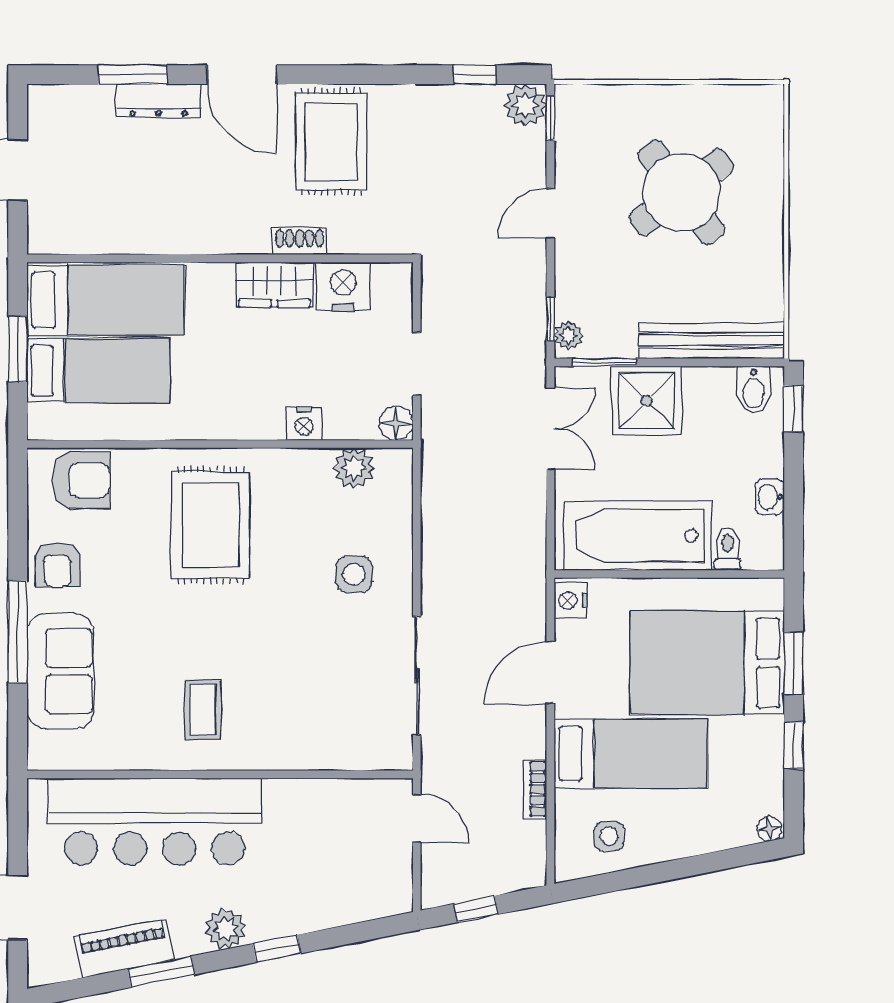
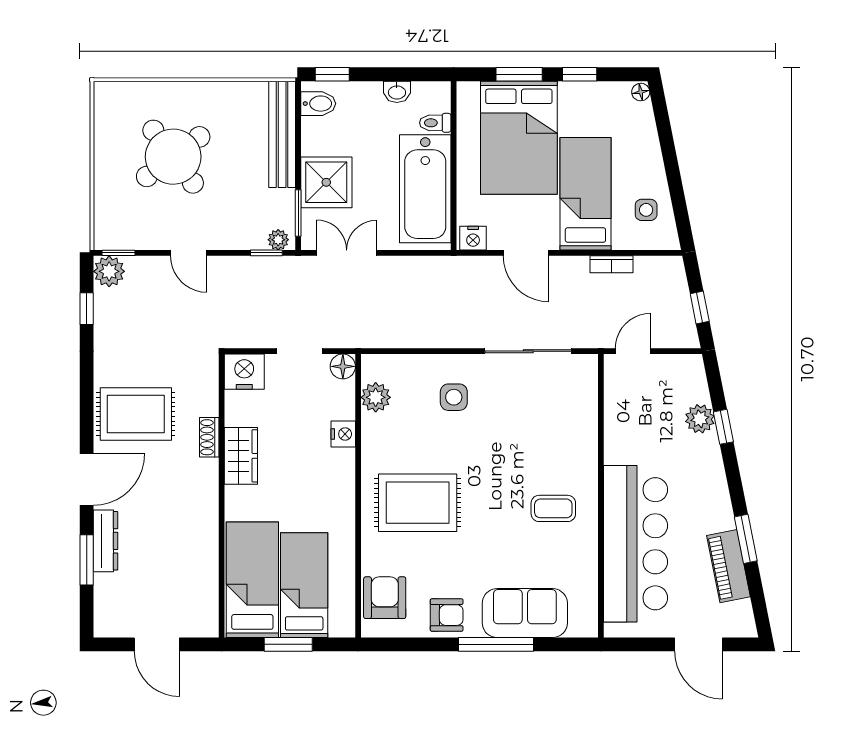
nightstand: (343, 286) -> (244, 372), moved, turned 90
plant: (226, 929) -> (700, 419), moved
window: (277, 949) -> (723, 427), moved

